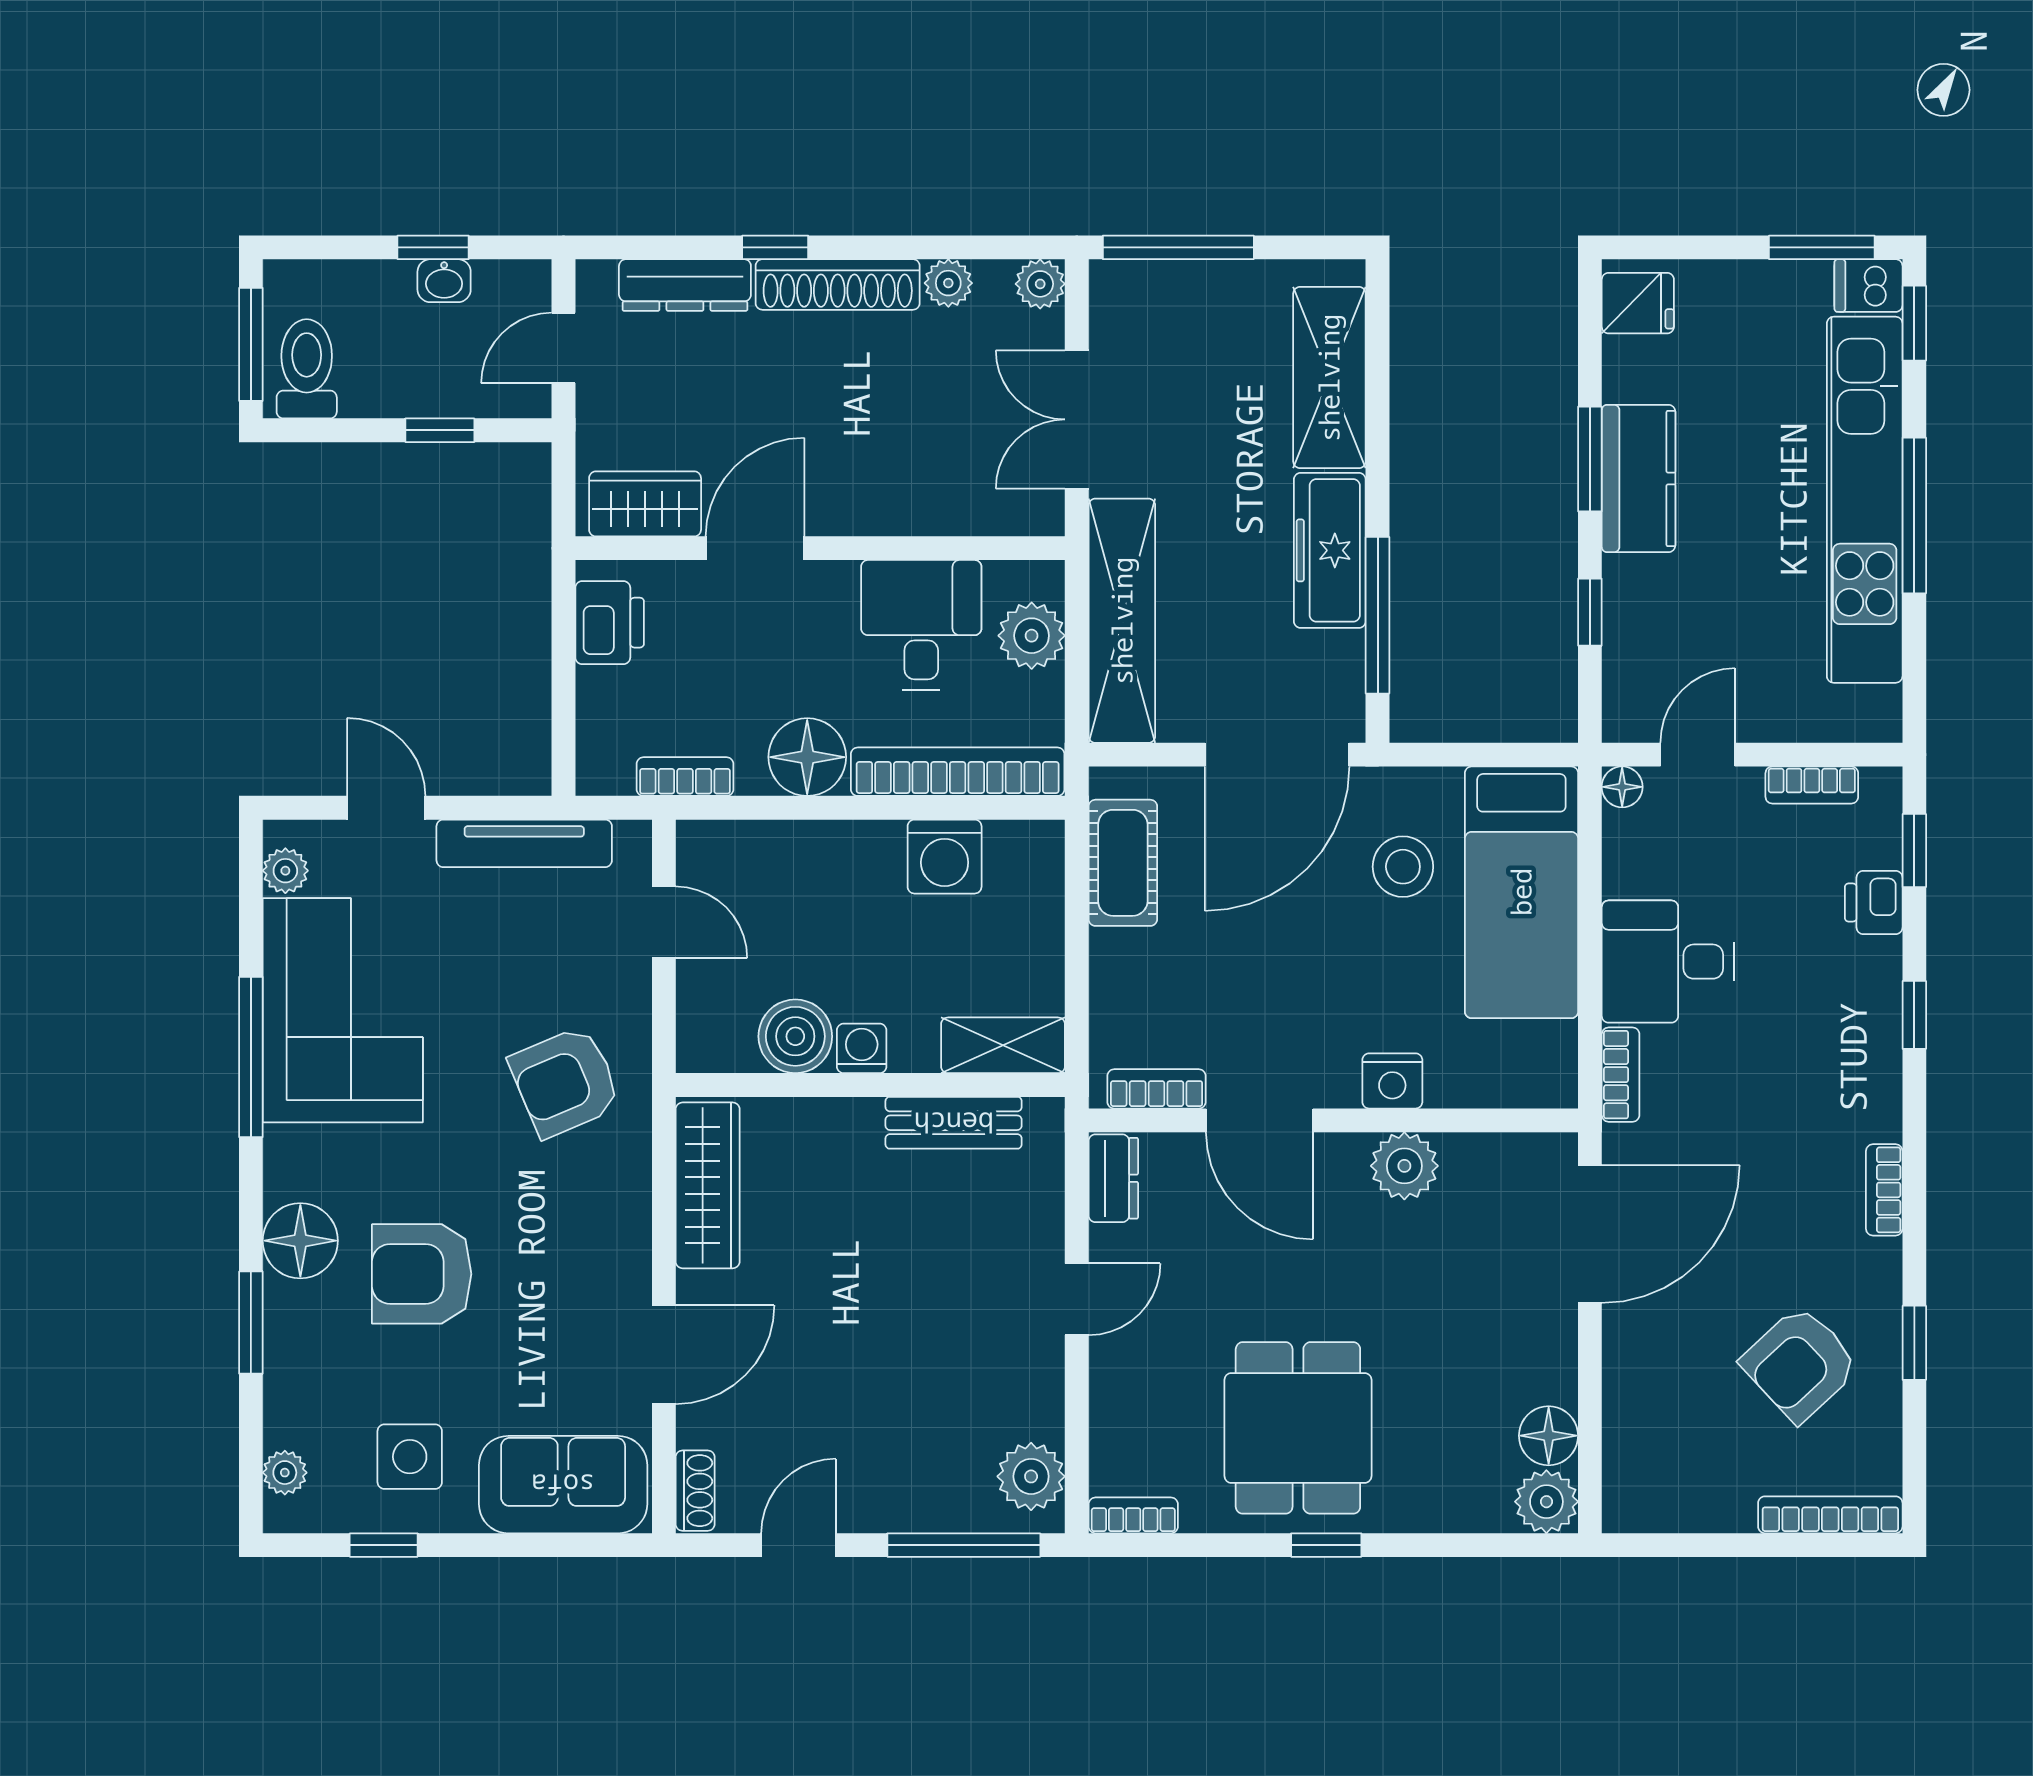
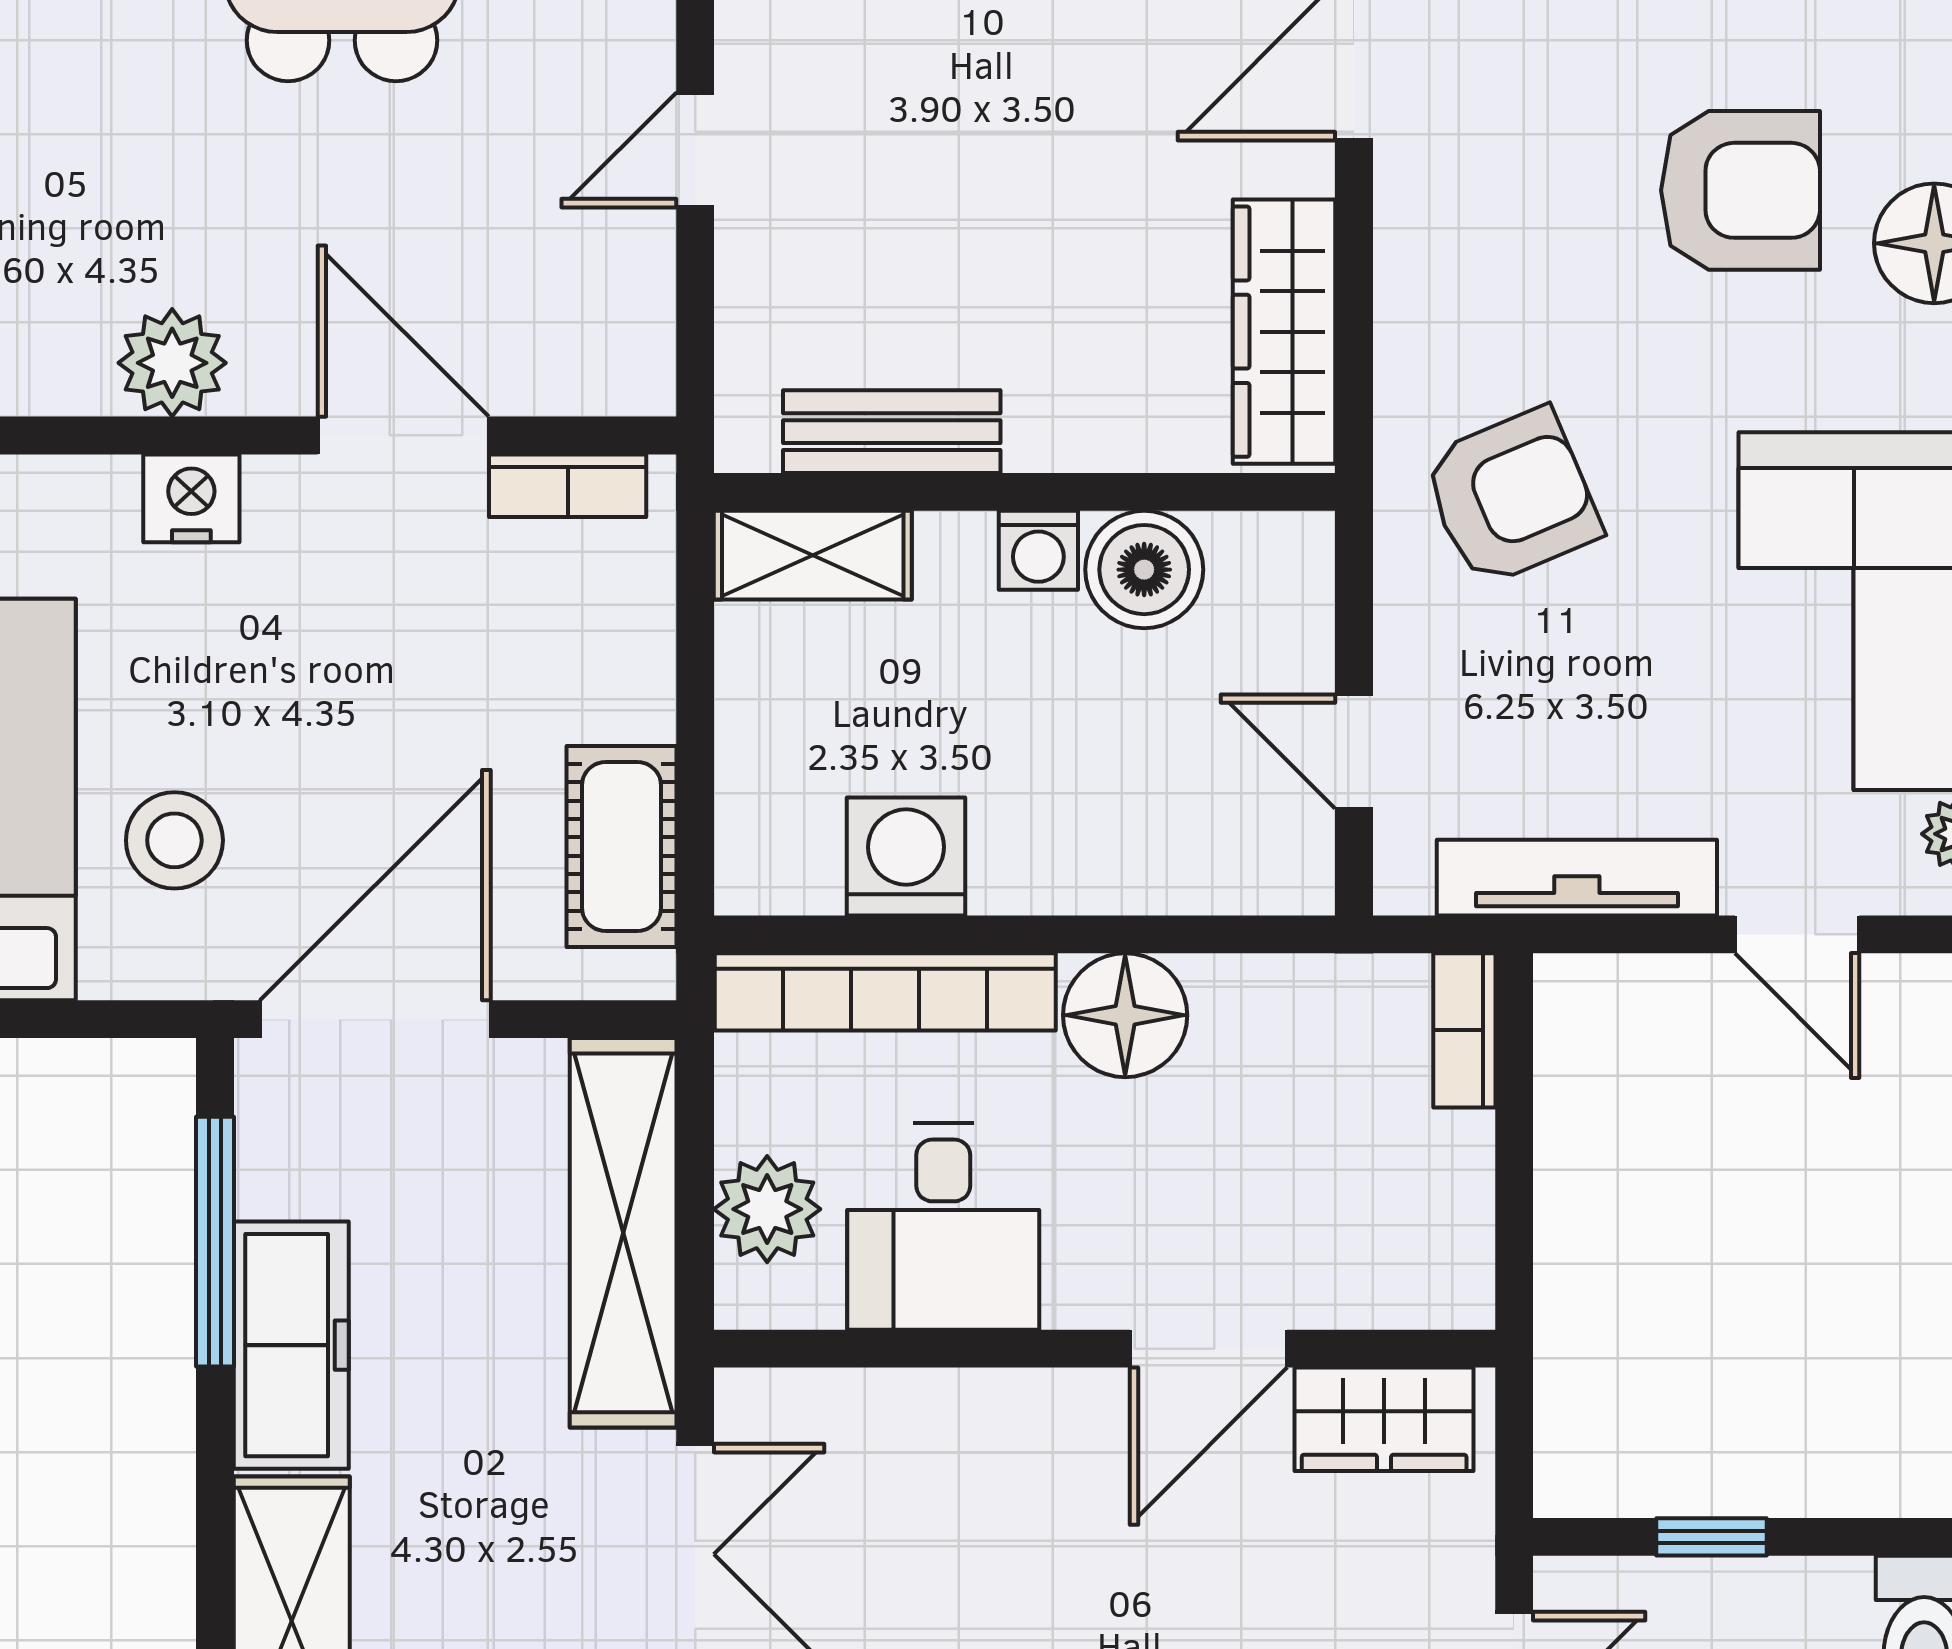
printer: (610, 623) -> (1440, 1230), removed
bookcase: (685, 777) -> (1464, 1030), moved, turned 90
dresser: (1113, 1178) -> (637, 343), removed

